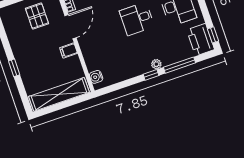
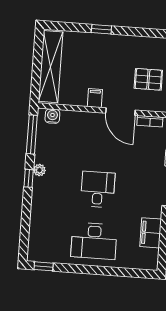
printer: (201, 40) -> (44, 250), removed
plant: (156, 64) -> (39, 170), moved
window: (179, 65) -> (32, 134), moved

